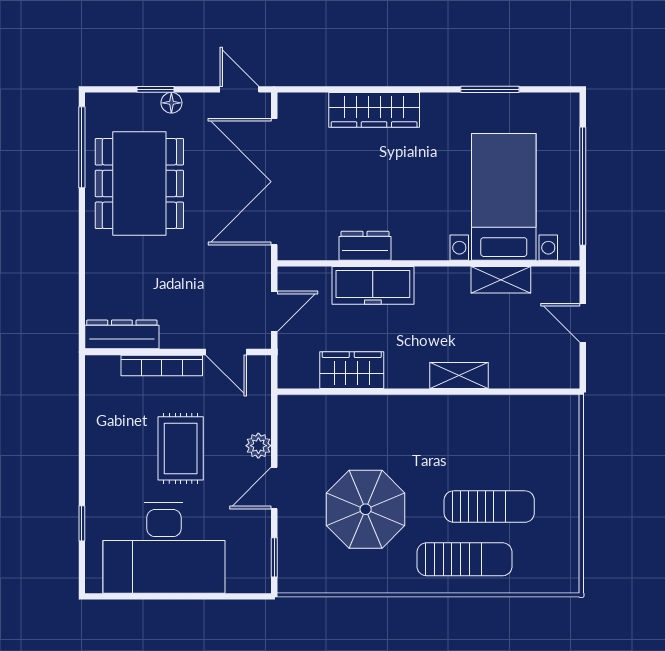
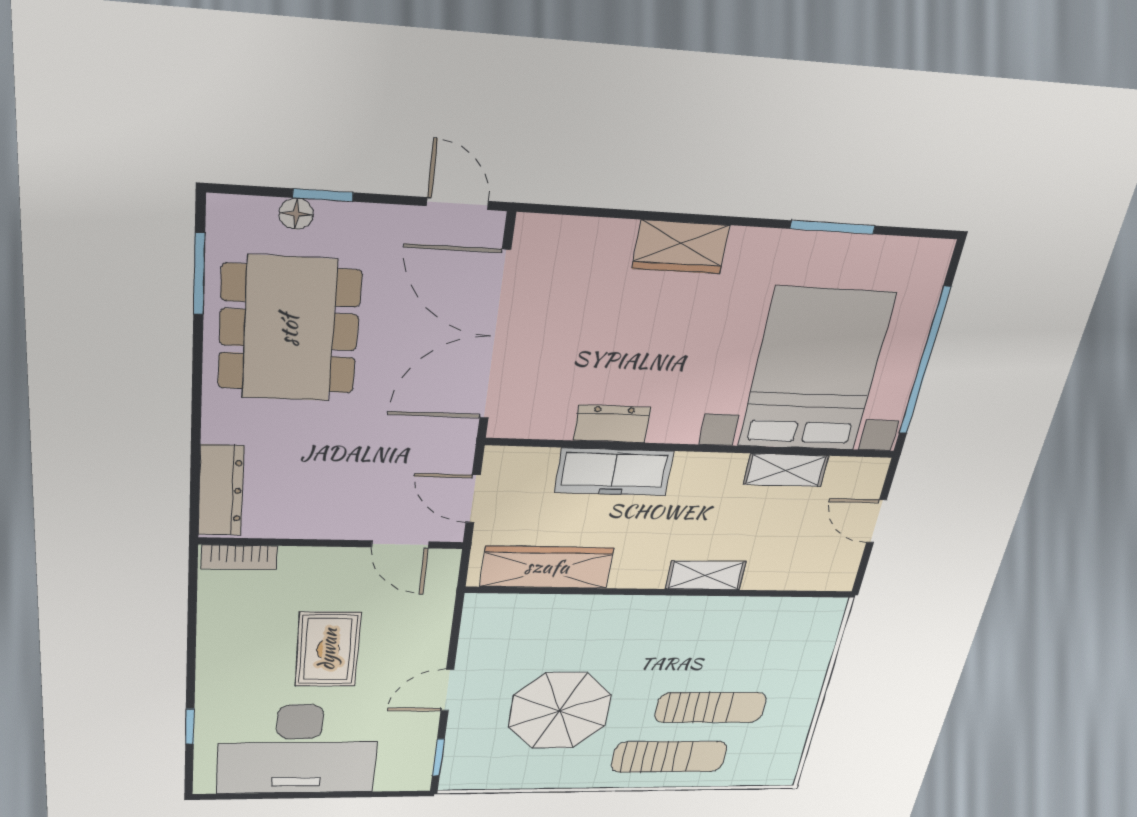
floor lamp: (171, 103) -> (296, 214), moved
wardrobe: (374, 110) -> (681, 247), width x0.67
window: (82, 147) -> (199, 274), width x0.69
bed with nightstands: (504, 197) -> (816, 371), width x1.36
door: (274, 311) -> (473, 499), swing flipped
dresser: (122, 334) -> (221, 491), moved, turned 90
bookcase: (162, 365) -> (239, 557), moved, width x0.64
wardrobe: (352, 370) -> (547, 567), width x1.50
plant: (258, 446) -> (432, 647), removed

